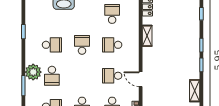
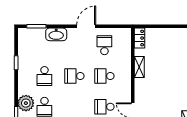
school desk: (52, 45) -> (44, 76), turned 90
school desk: (82, 45) -> (74, 76), turned -90

